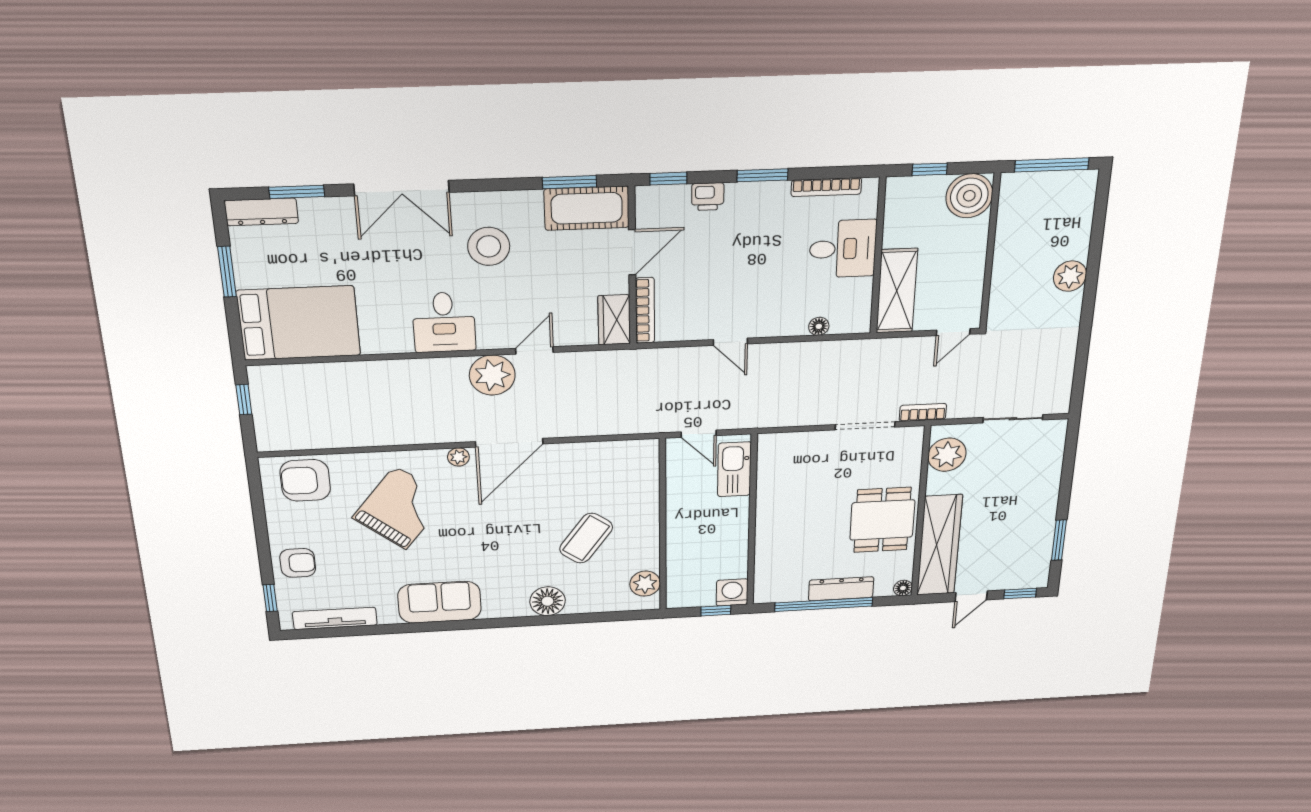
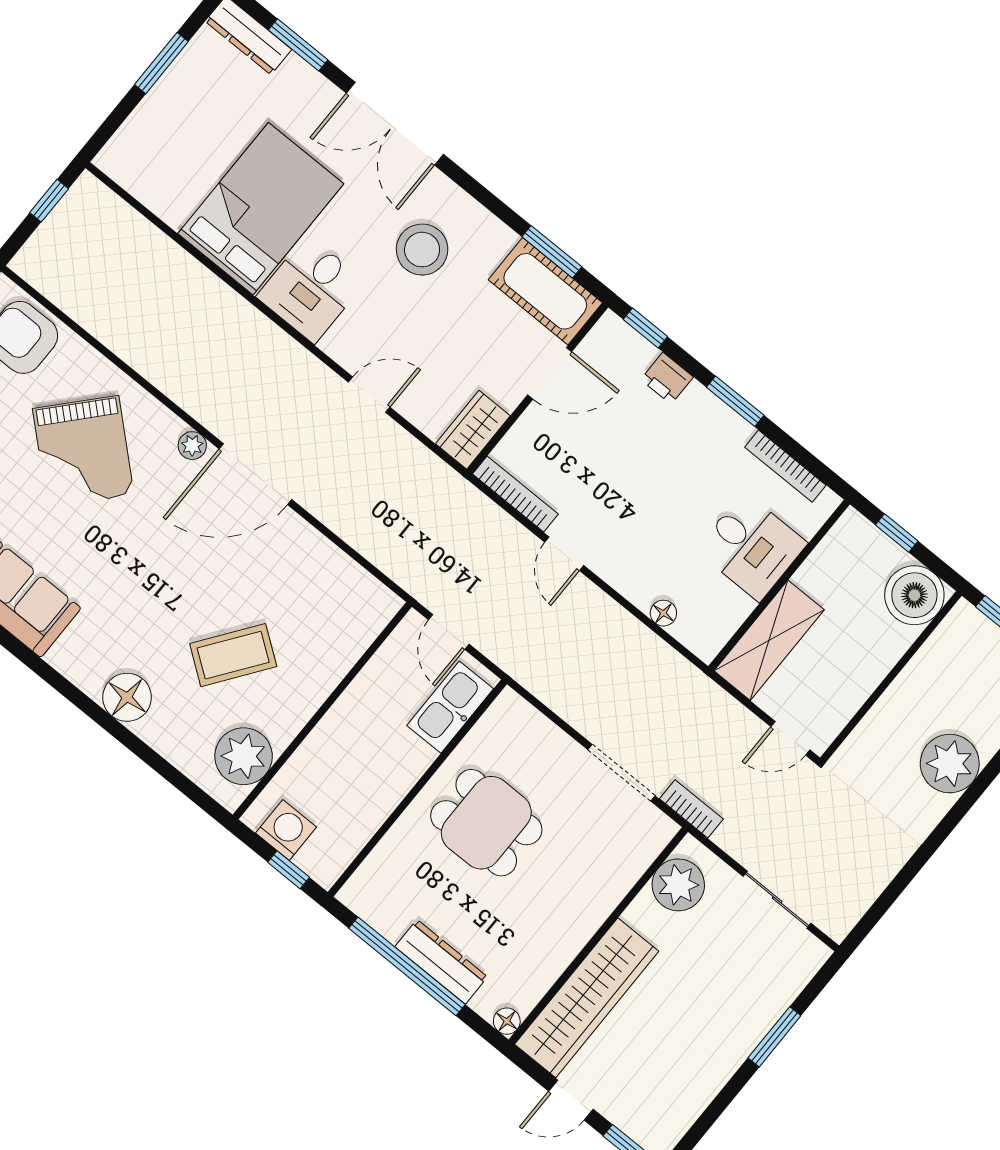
plant: (1070, 276) -> (950, 764), width x1.36, depth x1.36
bookcase: (645, 310) -> (515, 494), moved, turned -90
bed: (299, 323) -> (261, 209), moved, turned -90
plant: (492, 375) -> (306, 385), removed
grand piano: (400, 508) -> (83, 451), turned 93
dining table: (882, 520) -> (486, 823), moved, turned 90
window: (1059, 540) -> (774, 1037), moved
plant: (645, 584) -> (244, 756), width x1.36, depth x1.36
washing machine: (732, 592) -> (286, 830), moved

